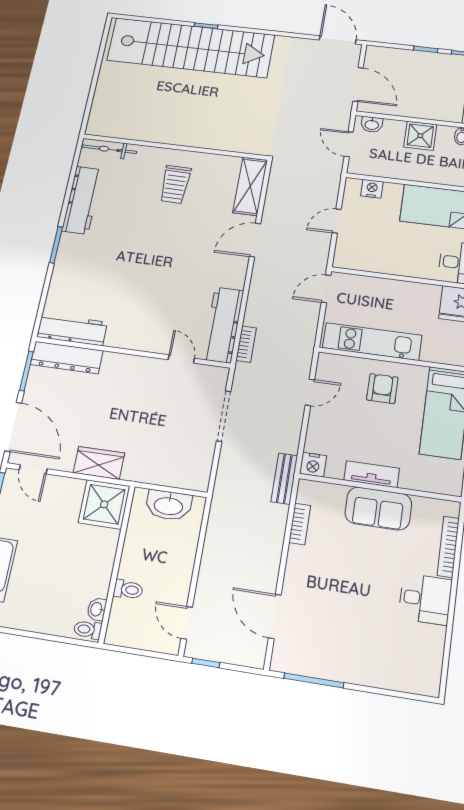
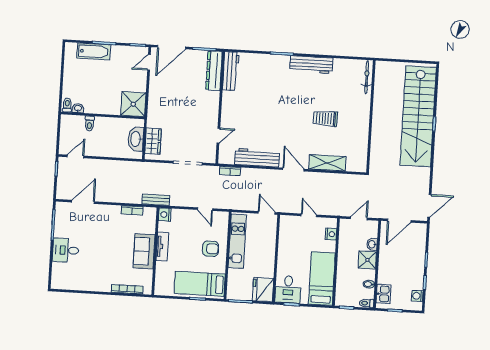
washbasin: (372, 124) -> (372, 244), moved
wall: (175, 147) -> (371, 116), moved
bicycle: (109, 149) -> (367, 77), moved
workbench: (223, 325) -> (257, 158), moved
wardrobe: (99, 463) -> (153, 141), moved
desk: (425, 599) -> (66, 250), moved, turned 90

